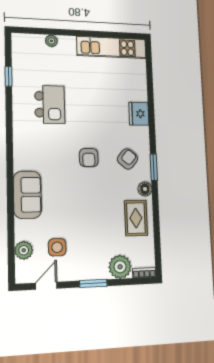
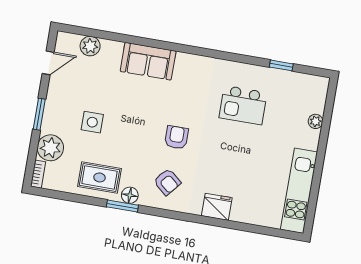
armchair: (89, 158) -> (176, 137), turned 90
window: (154, 167) -> (122, 206), moved
side table: (57, 247) -> (92, 122), moved
door: (46, 286) -> (48, 63), hinge flipped

